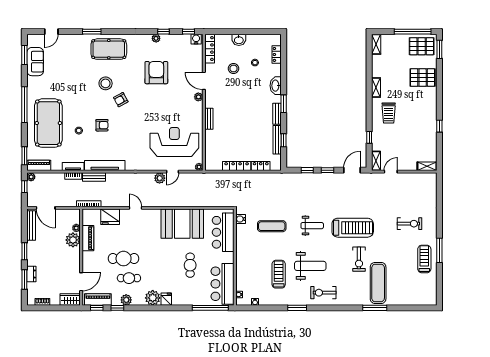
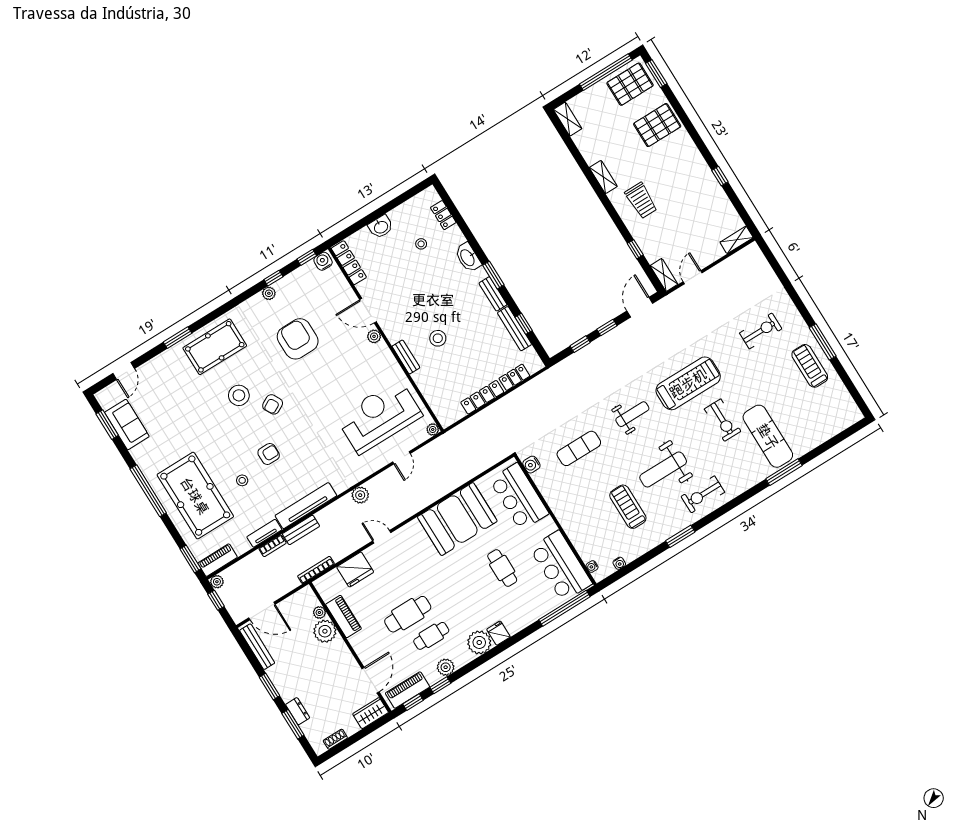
stool: (233, 68) -> (438, 338), moved
plant: (160, 178) -> (360, 495), moved
weight bench: (310, 266) -> (663, 469), turned 180

